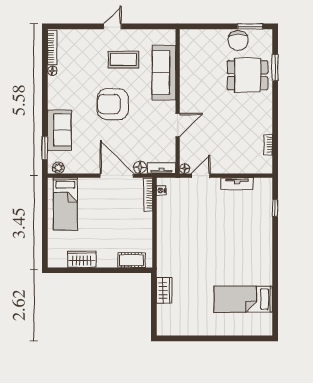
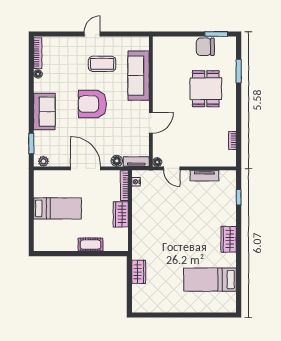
chair: (238, 41) -> (205, 47), turned 90
dining table: (248, 75) -> (206, 89), moved, turned 90
sofa: (59, 130) -> (44, 112), moved
door: (117, 176) -> (86, 168), moved
door: (201, 176) -> (172, 168), swing flipped
bed: (65, 204) -> (57, 208), moved, turned -90
wardrobe: (264, 254) -> (229, 239), added
wardrobe: (82, 259) -> (121, 214), moved, turned -90
cot: (132, 260) -> (91, 245), moved

